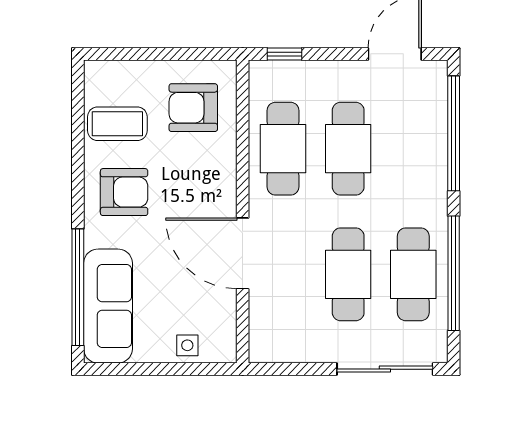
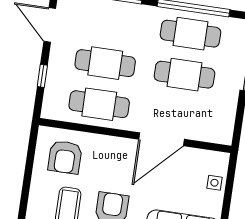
window: (284, 54) -> (42, 76), moved

